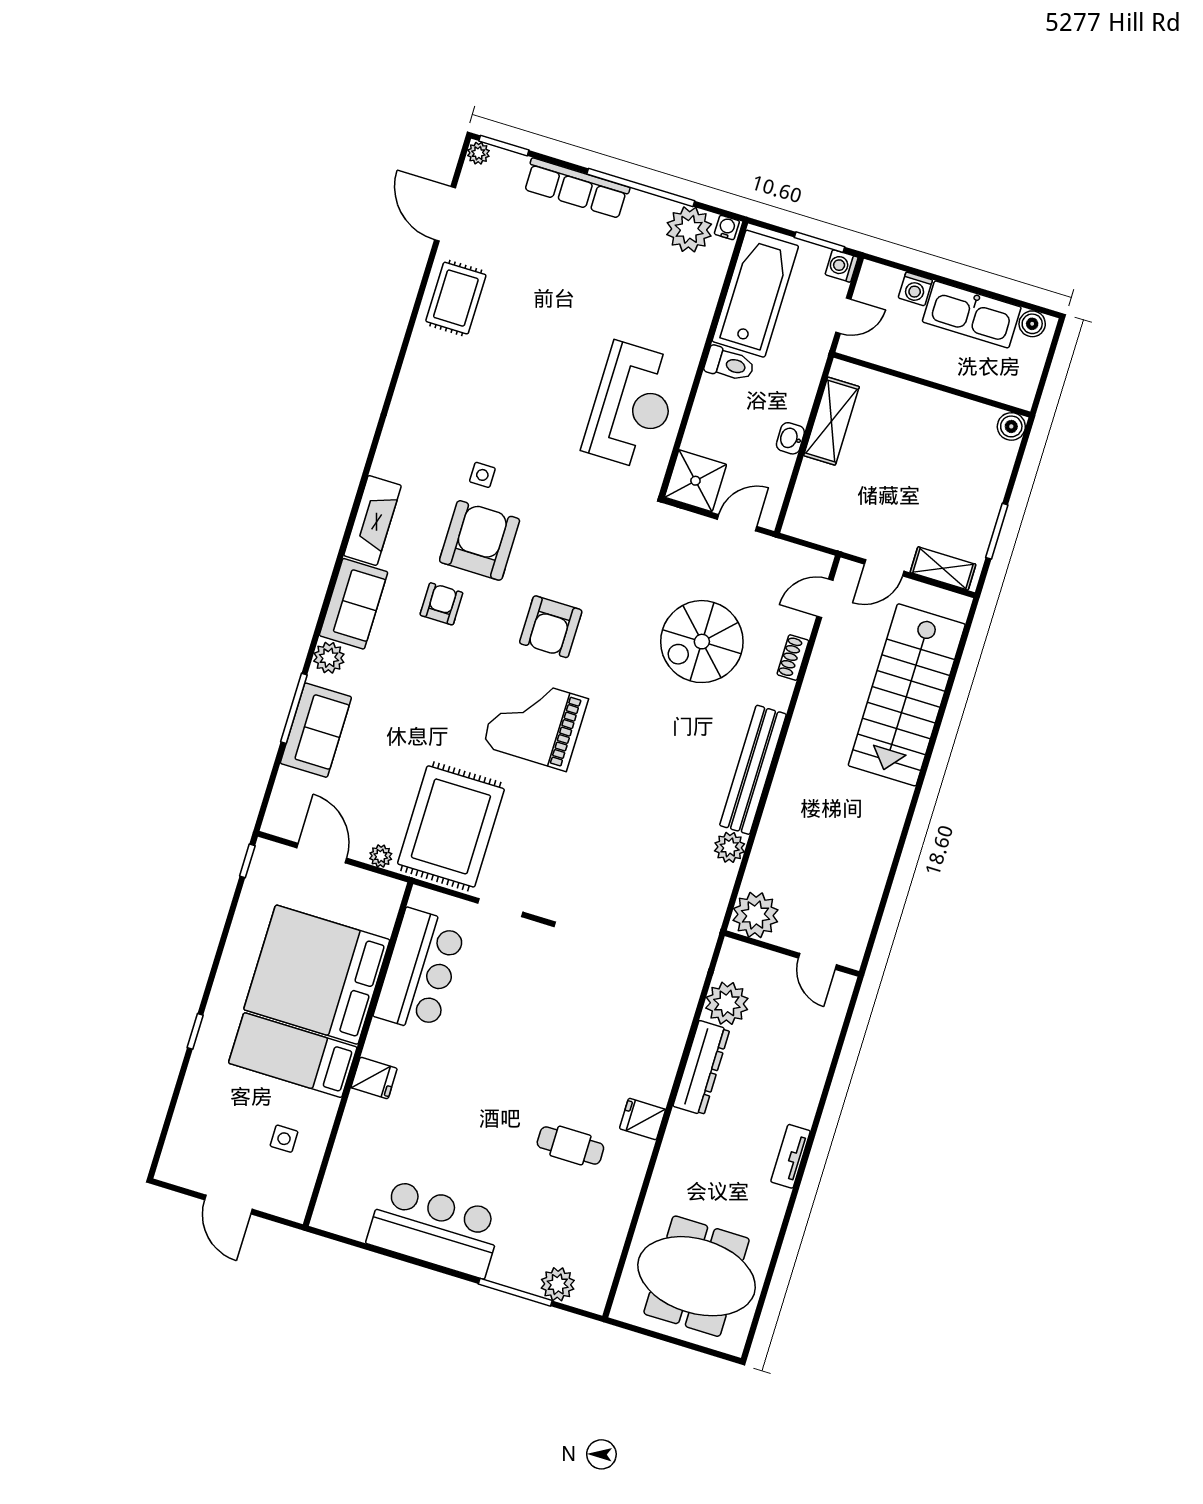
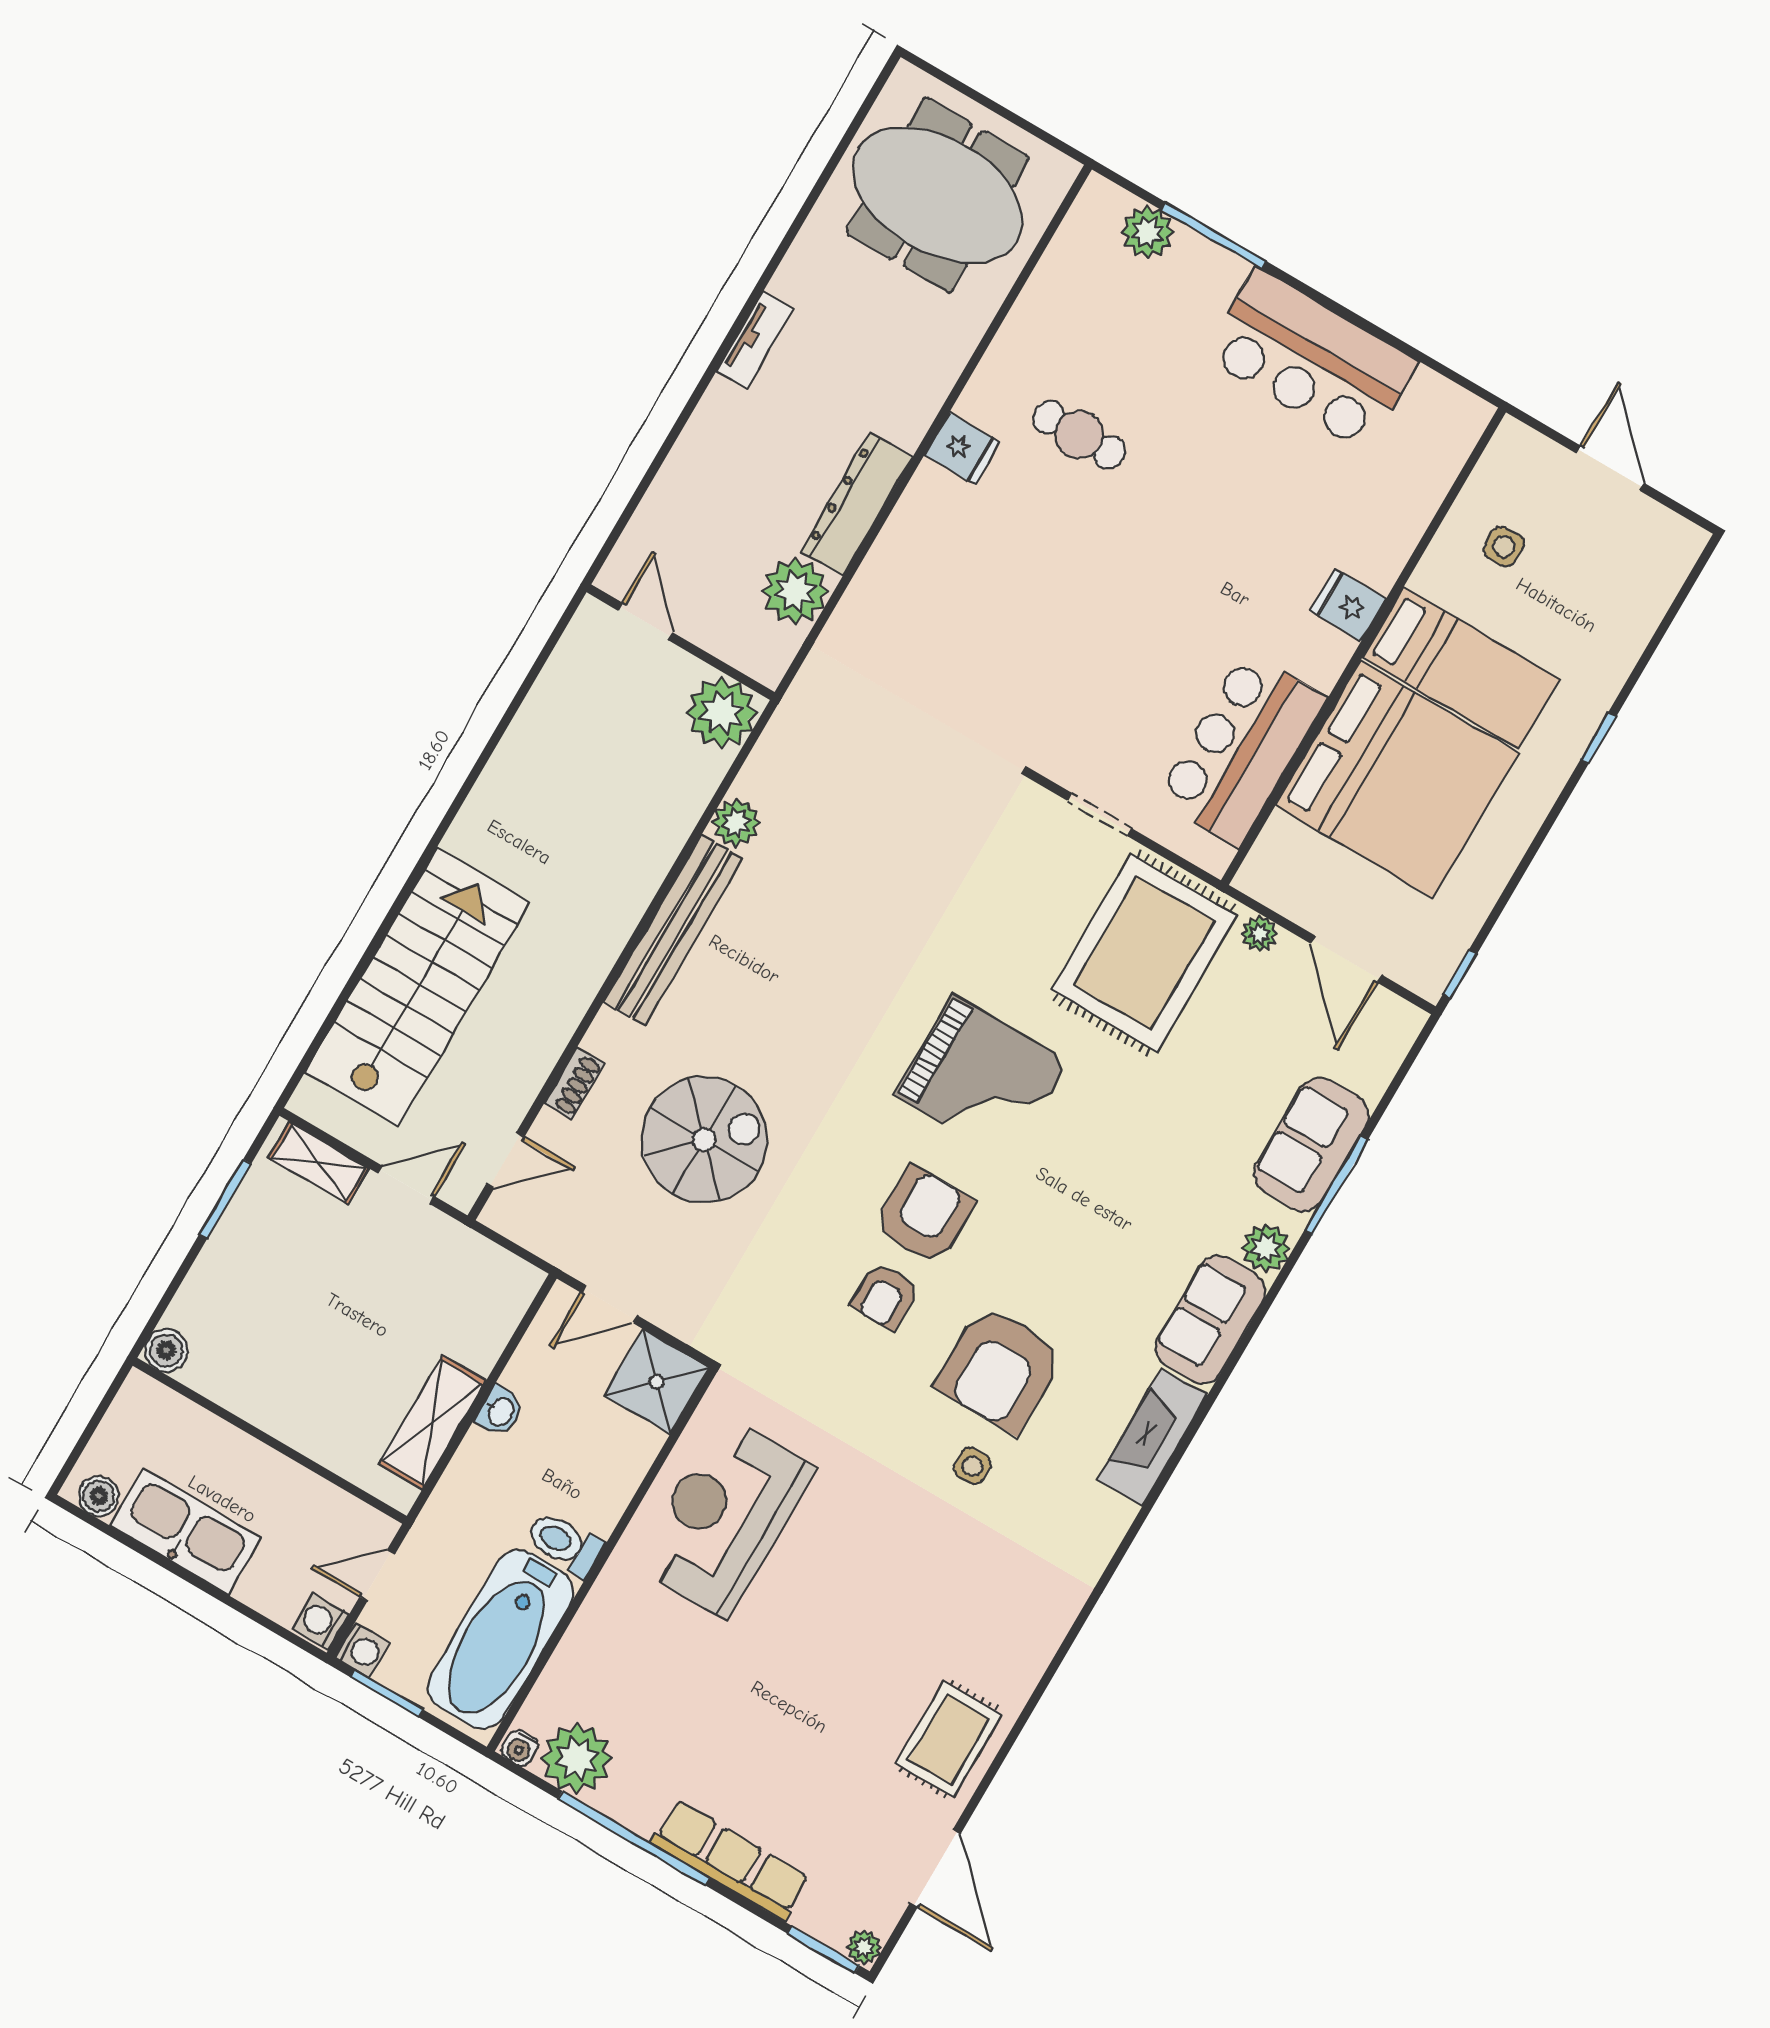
washing machine: (915, 289) -> (320, 1621), moved, turned -90
armchair: (441, 604) -> (885, 1296), moved

